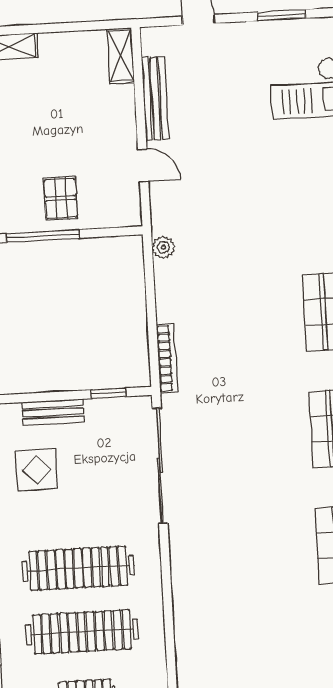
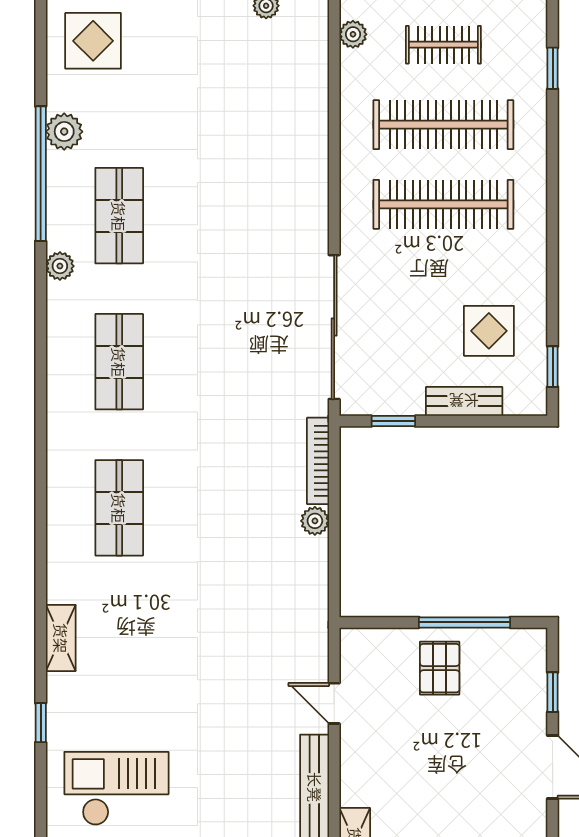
plant: (163, 247) -> (315, 521), moved

